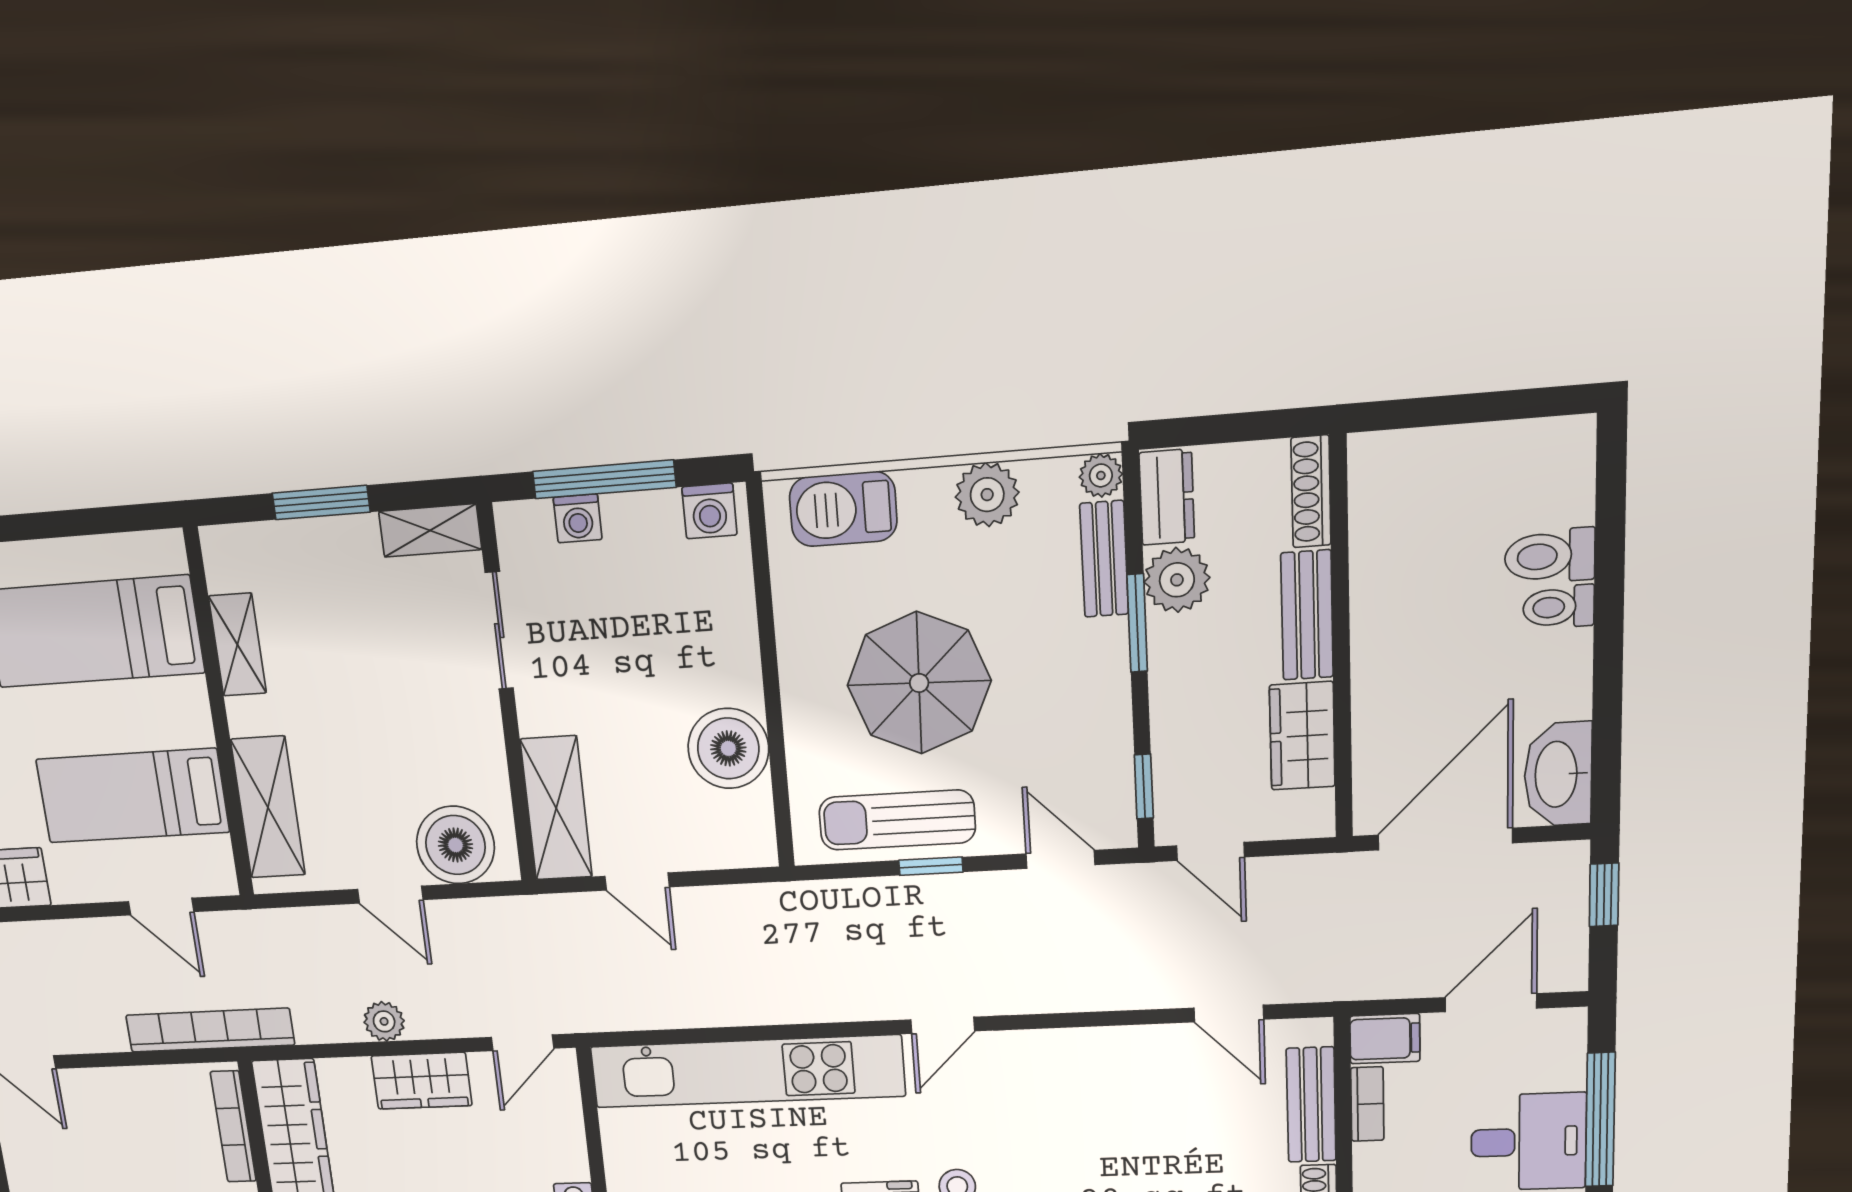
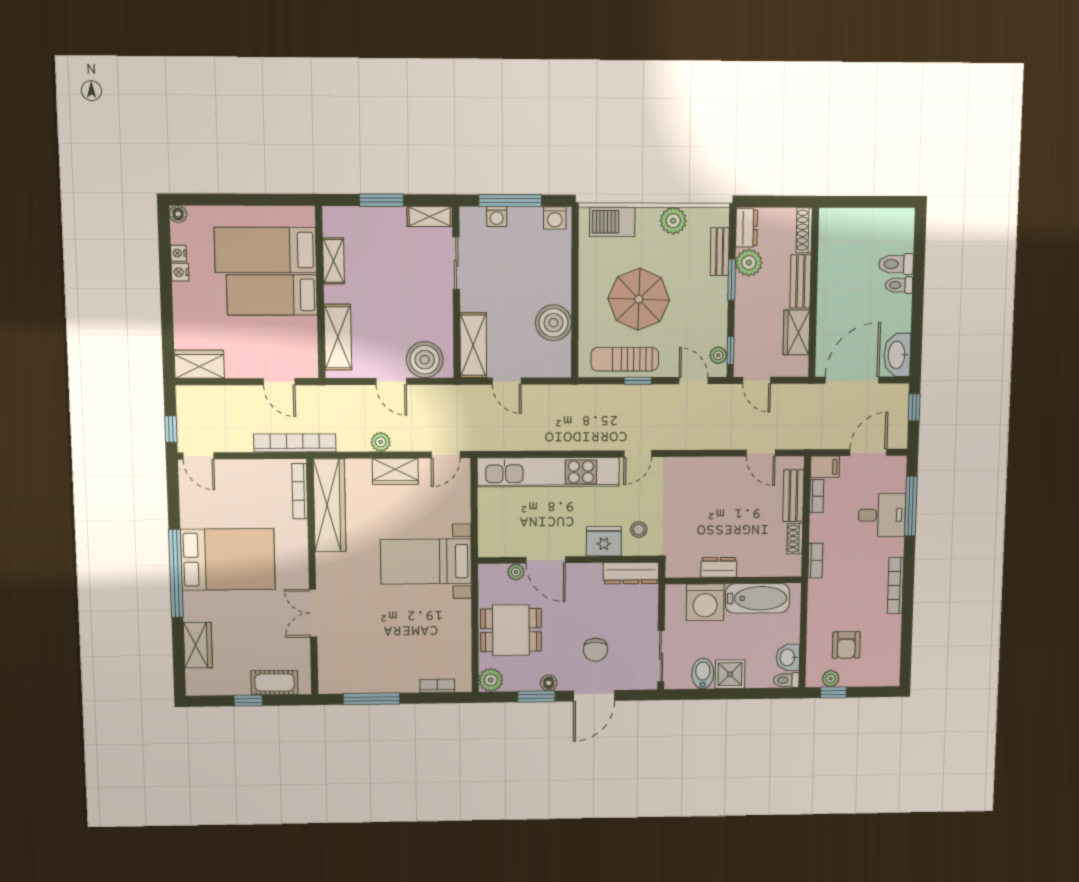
plant: (1101, 476) -> (718, 355), moved
bed: (133, 796) -> (272, 295), moved

